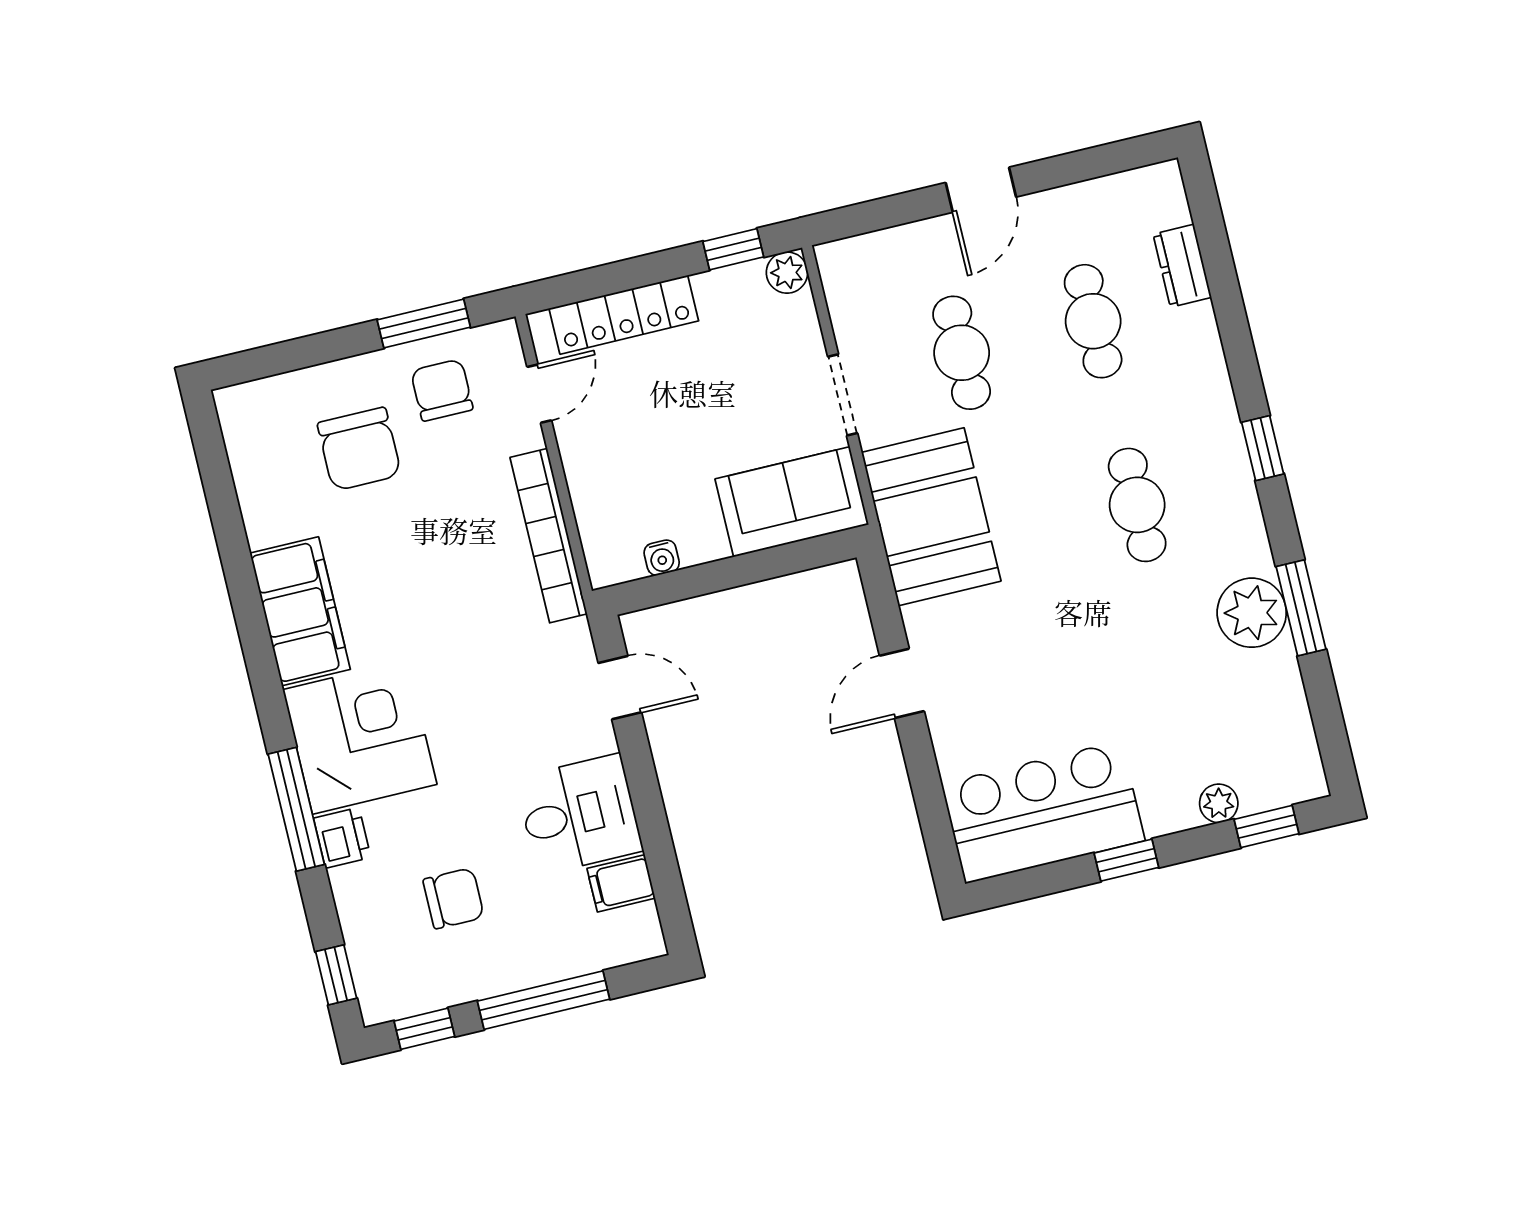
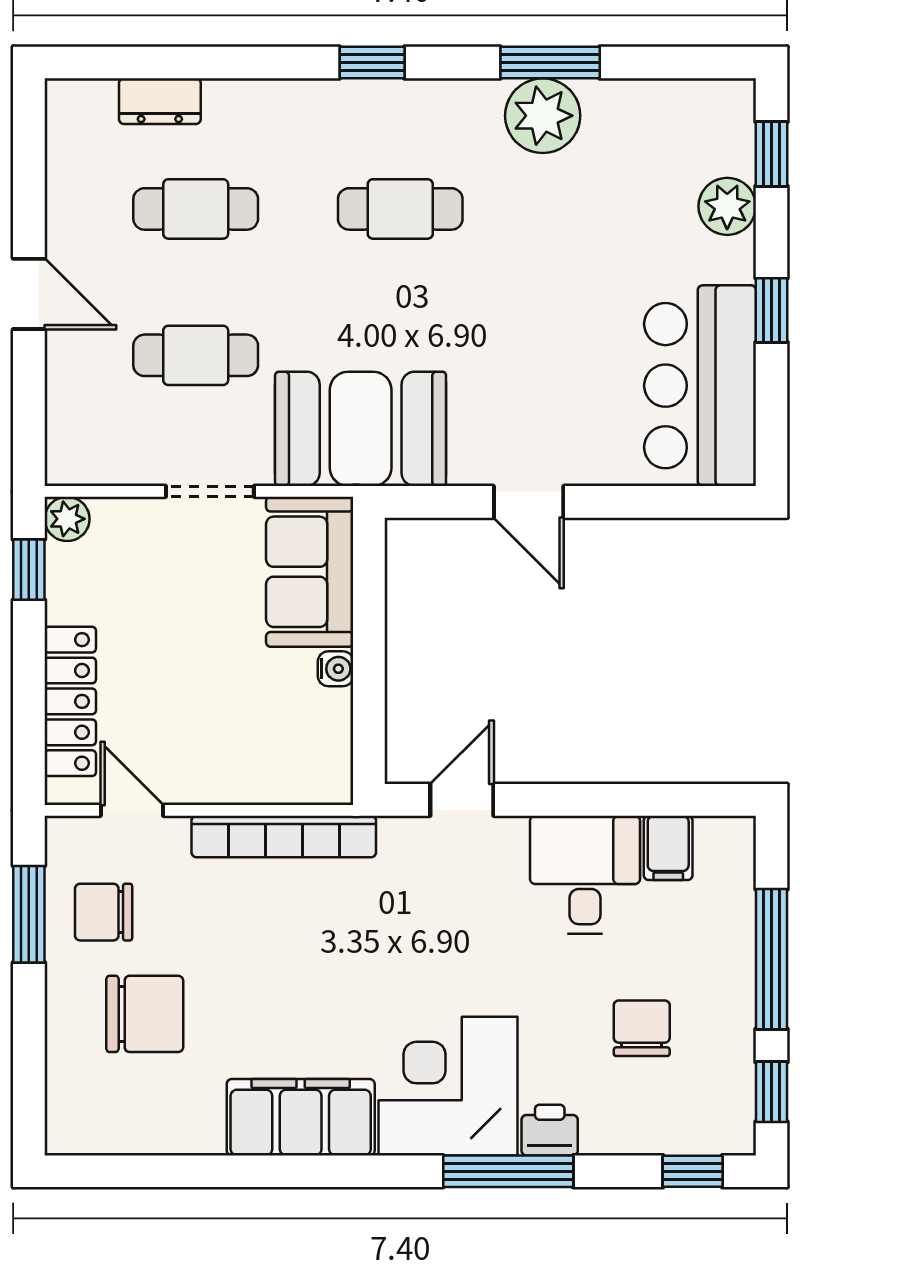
water cooler: (662, 558) -> (336, 669), moved
plant: (1219, 803) -> (727, 206), width x1.38, depth x1.38

